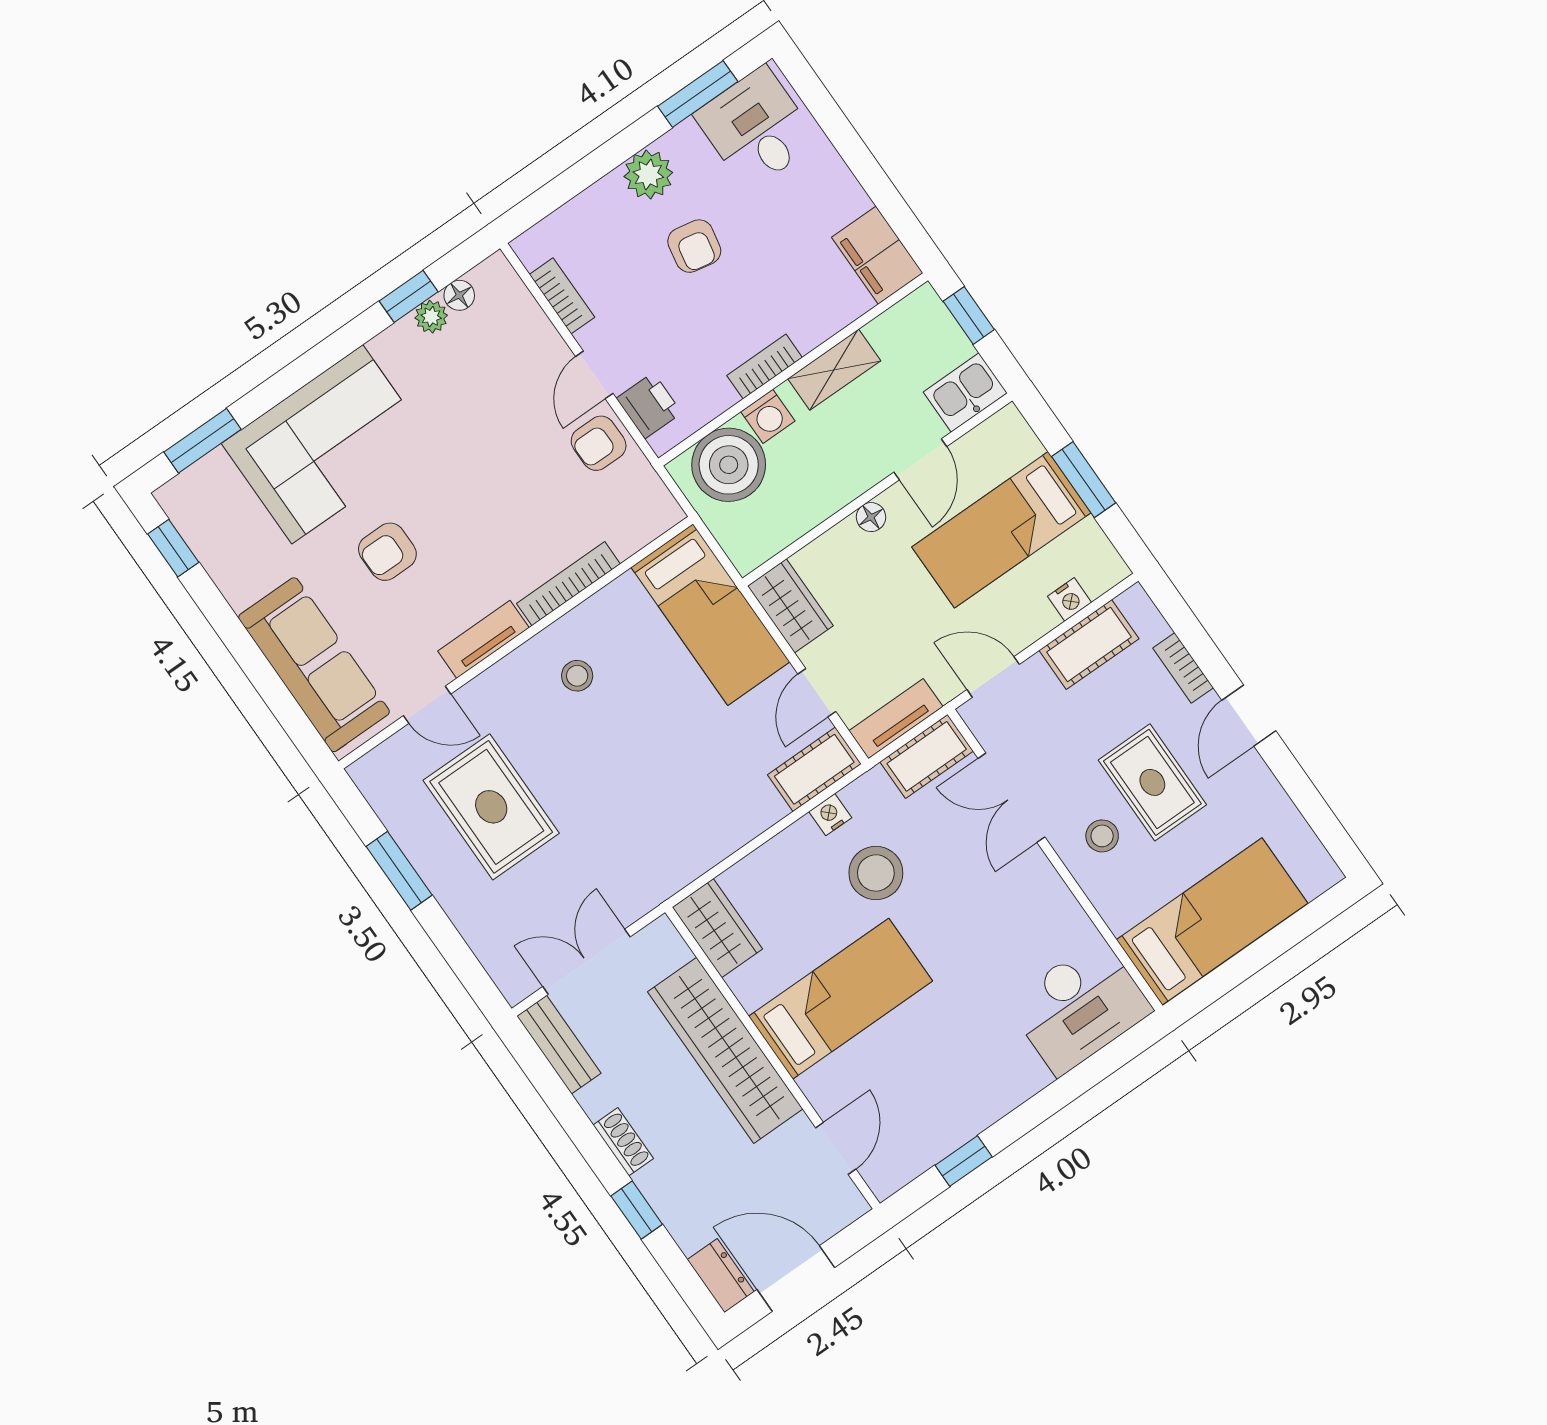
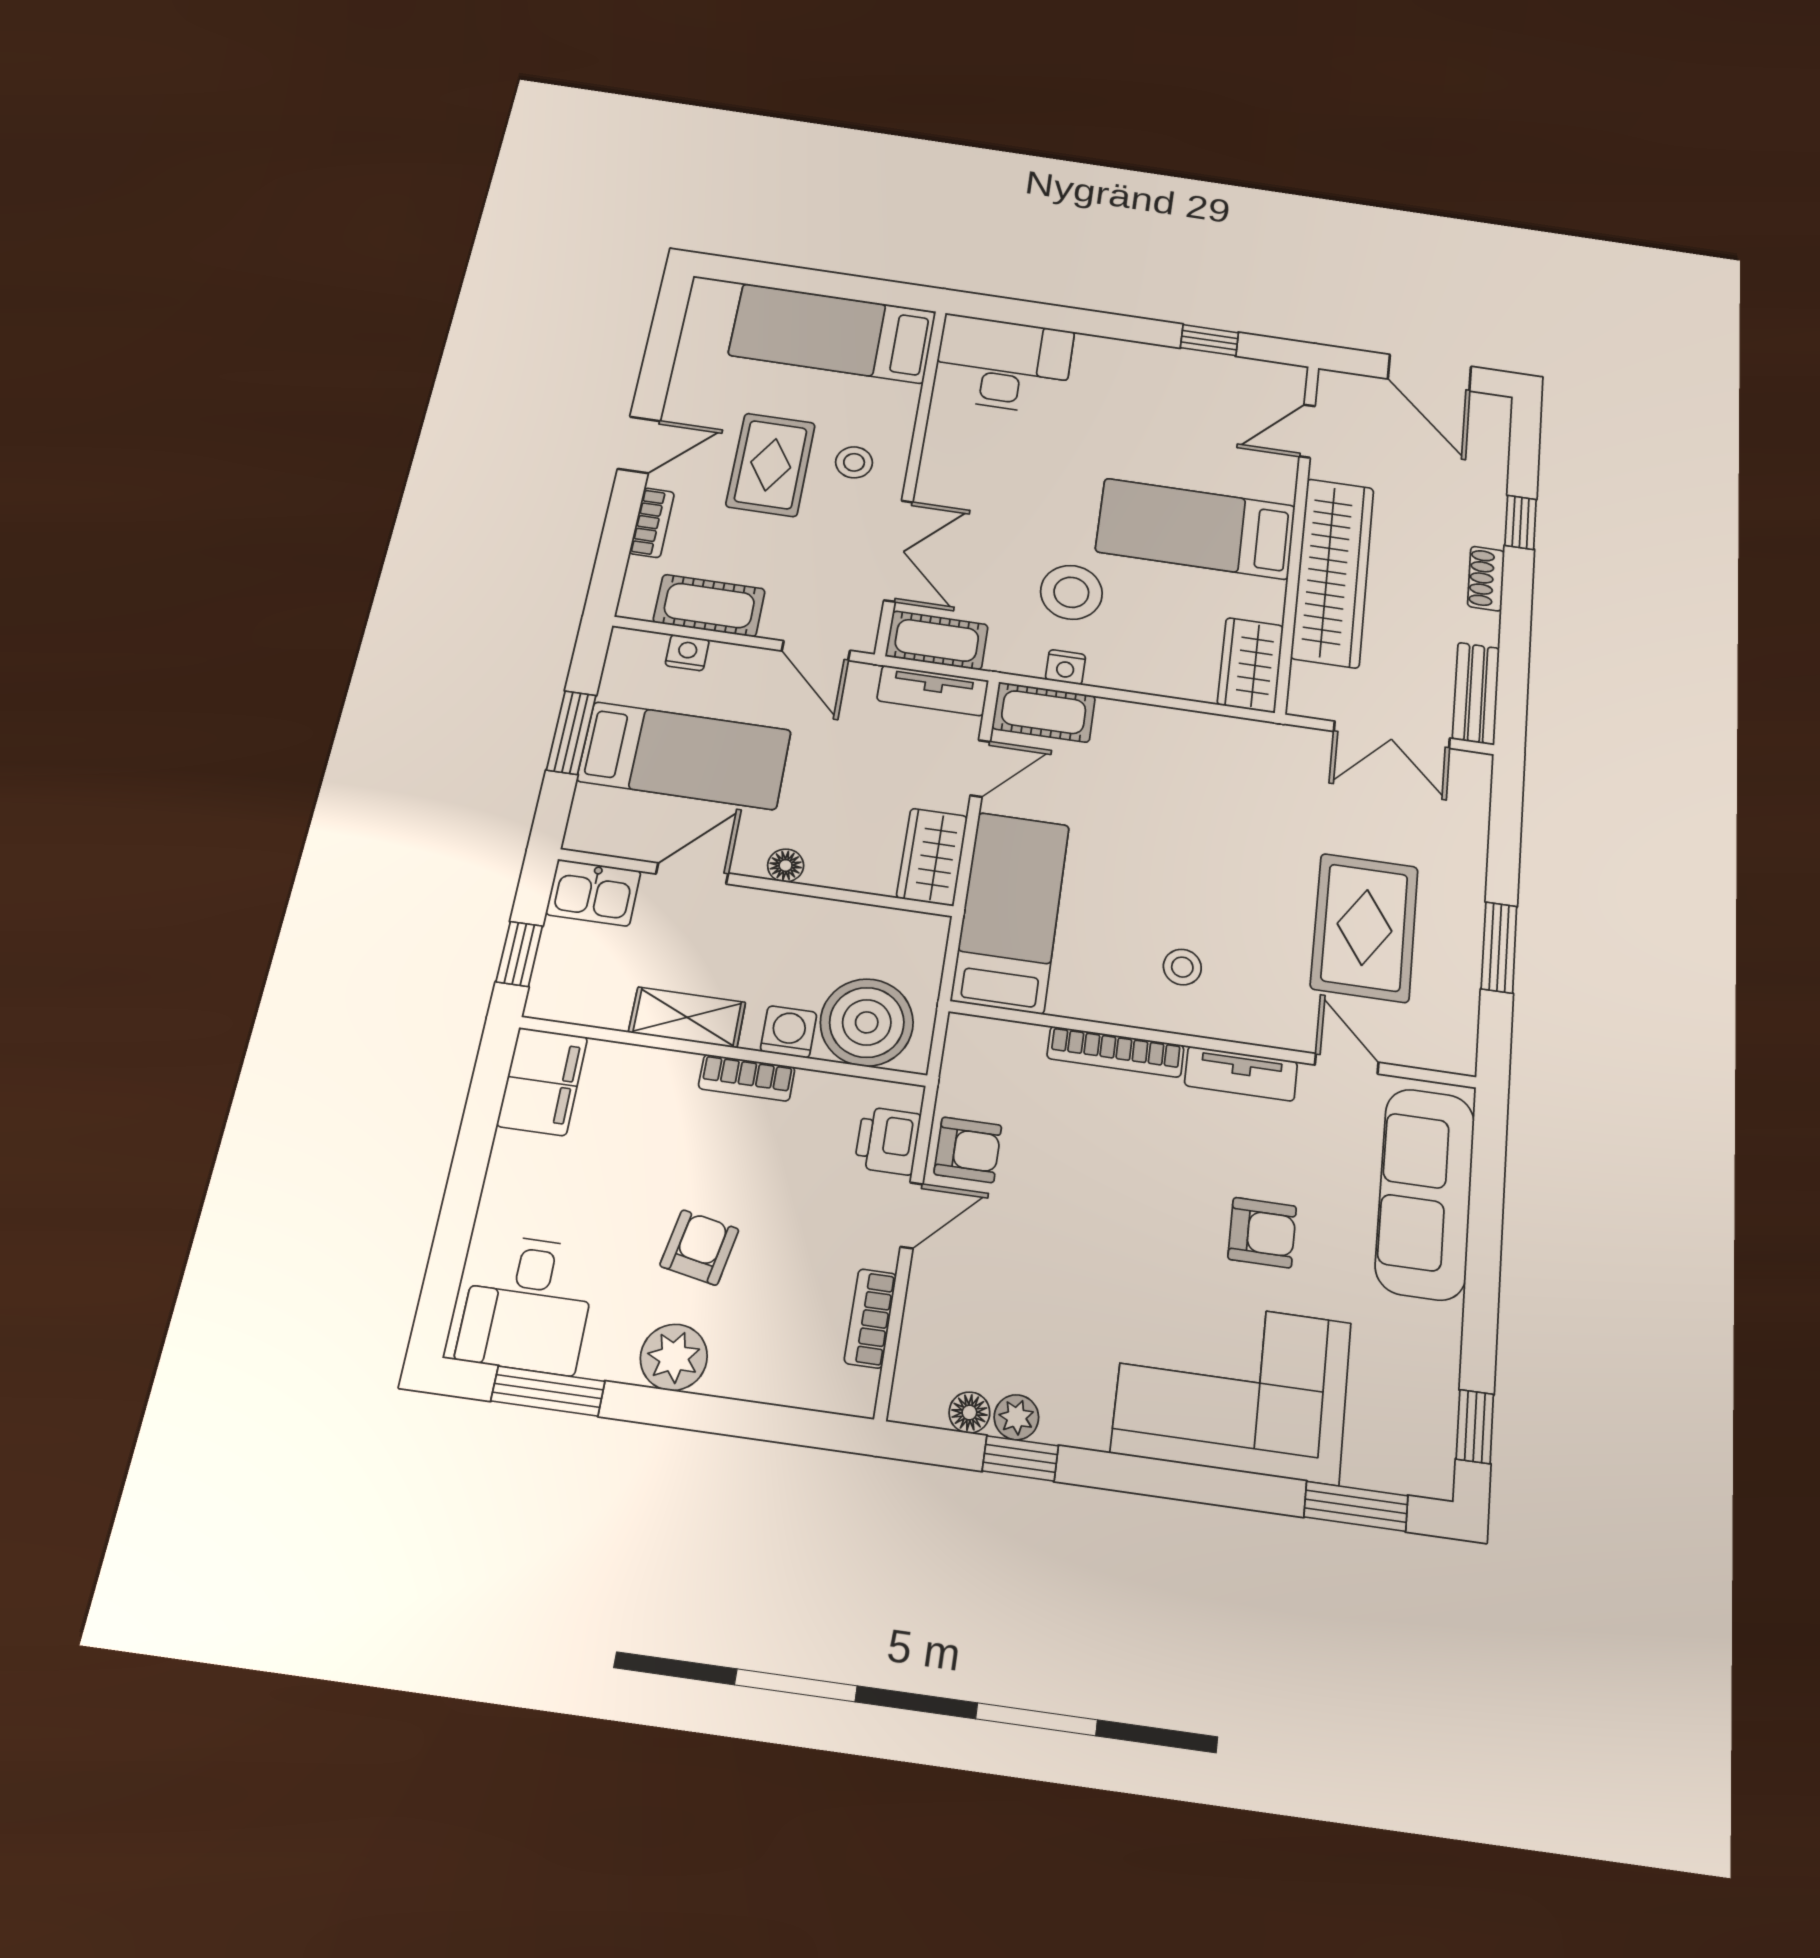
dresser: (721, 1276) -> (1492, 423), removed

